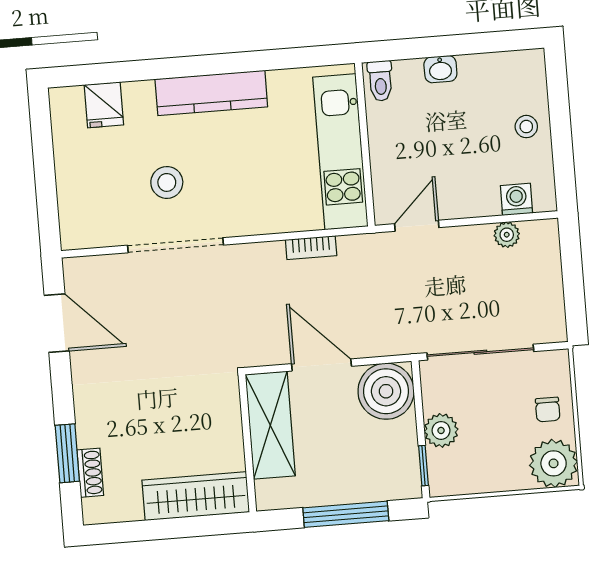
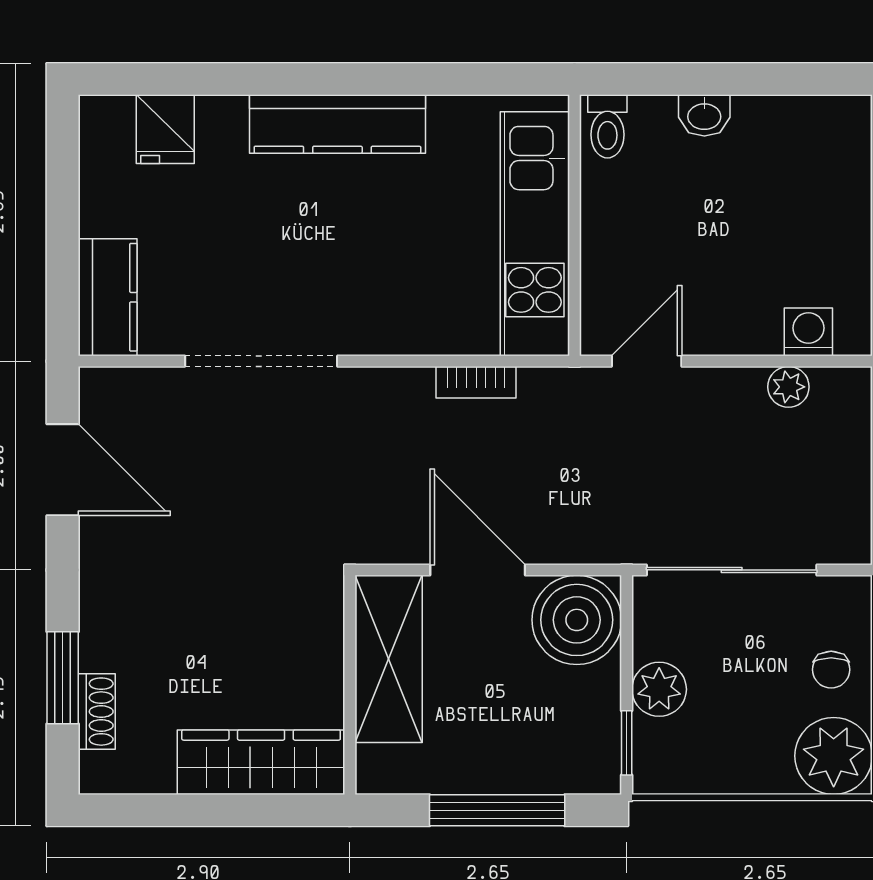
stool: (526, 127) -> (833, 218), removed
stool: (167, 182) -> (255, 260), removed
kitchen counter: (76, 213) -> (108, 297), added

